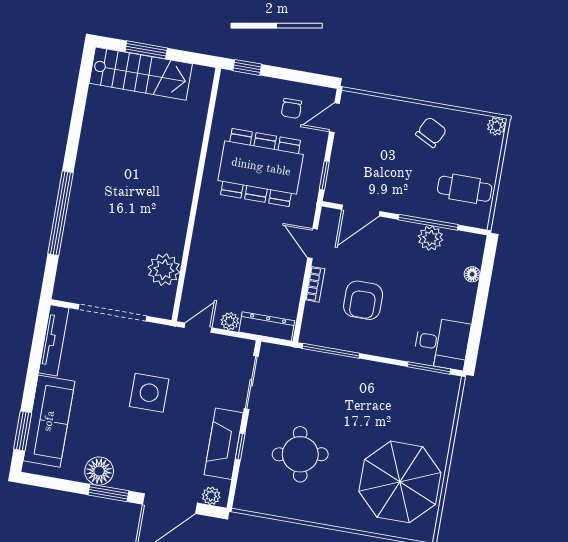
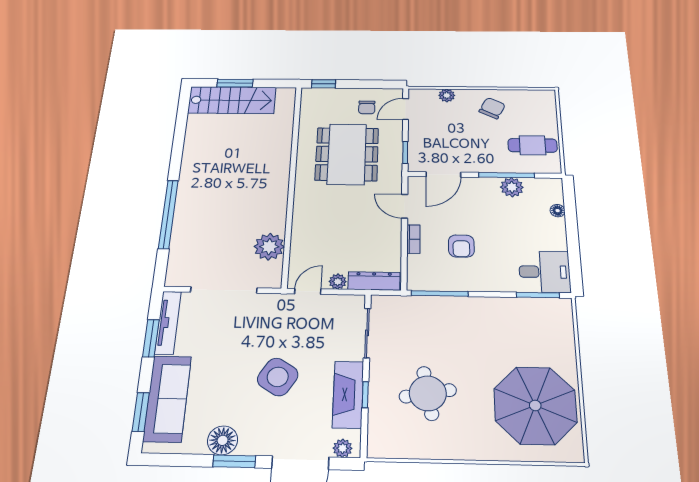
plant: (496, 126) -> (447, 95), moved
dining table: (261, 167) -> (347, 154), turned 90
armchair: (363, 300) -> (461, 246), width x0.72, depth x0.72
window: (36, 355) -> (151, 338), added
side table: (149, 393) -> (278, 377), moved, turned 32

